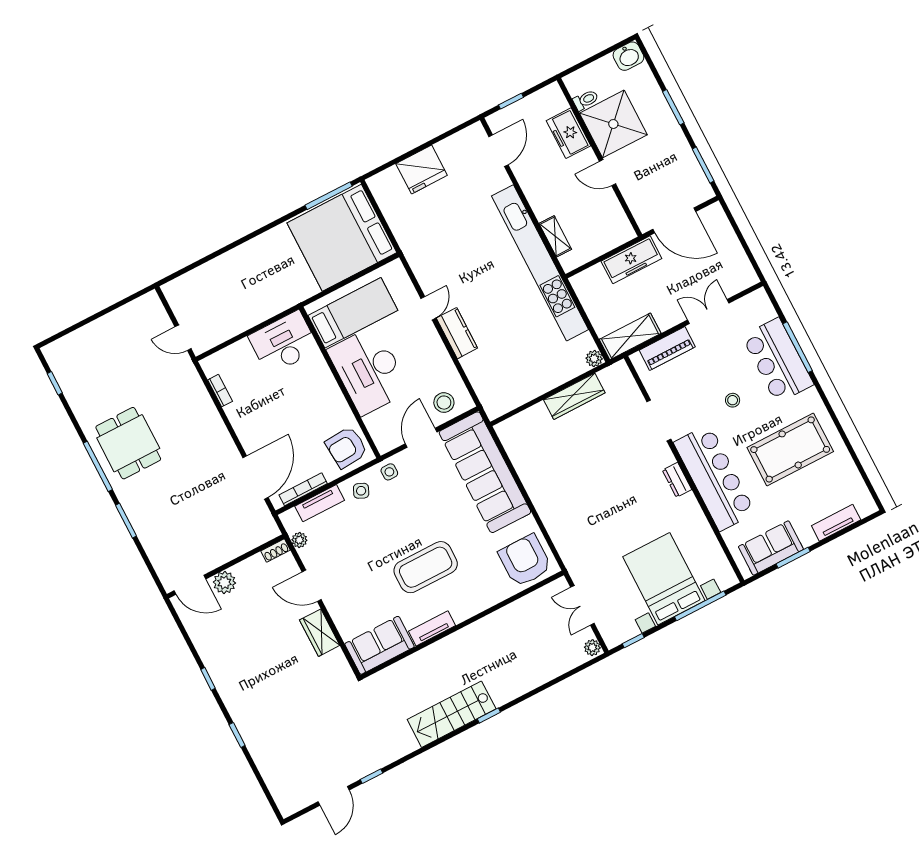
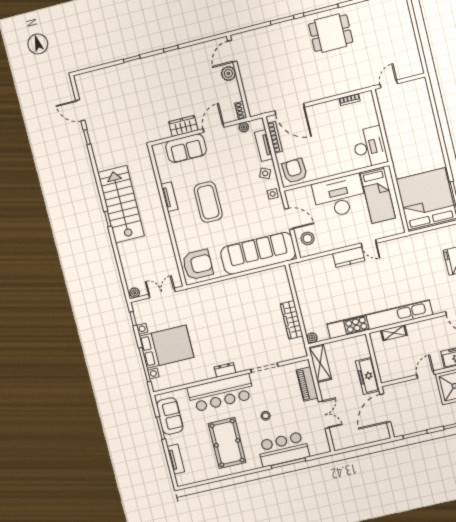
sofa: (380, 645) -> (186, 148), moved, turned 90
stairs: (452, 714) -> (121, 204), width x1.36, depth x1.51

